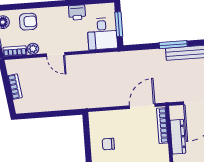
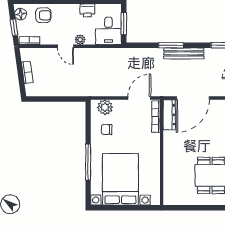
plant: (33, 49) -> (80, 40), moved
plant: (105, 119) -> (105, 107), added
dresser: (178, 137) -> (169, 115), moved

